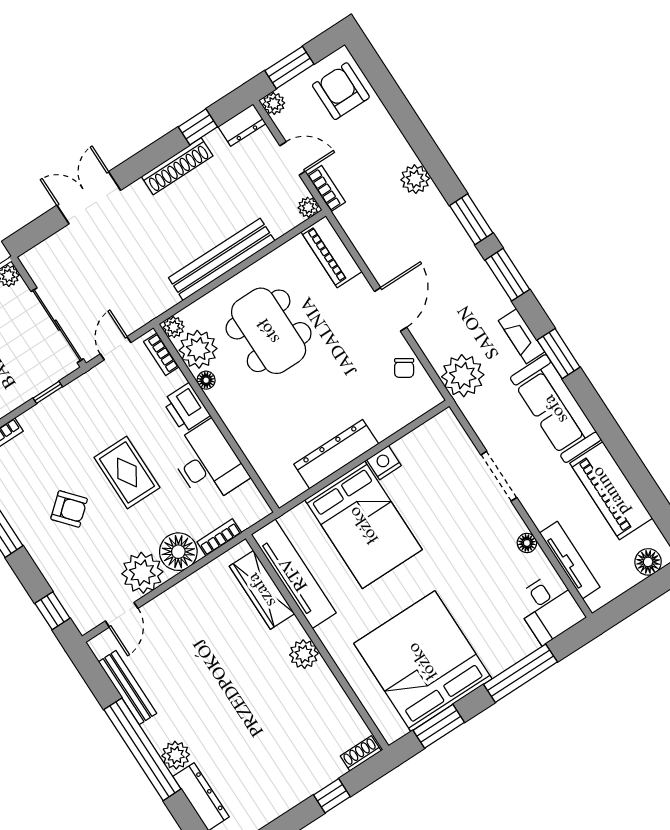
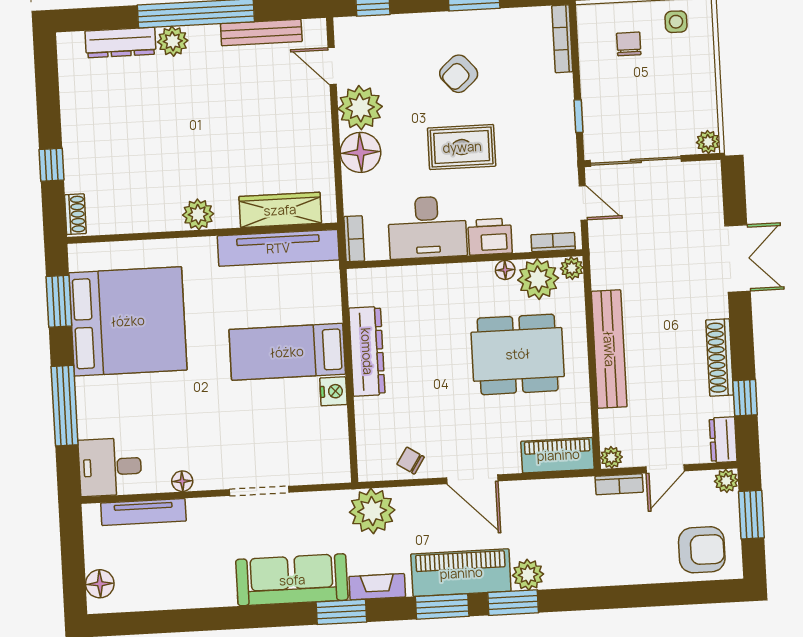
plant: (415, 179) -> (528, 575), moved
piano: (611, 491) -> (461, 573), moved
bed: (364, 525) -> (287, 352), width x0.67
bookcase: (219, 537) -> (354, 239), moved

